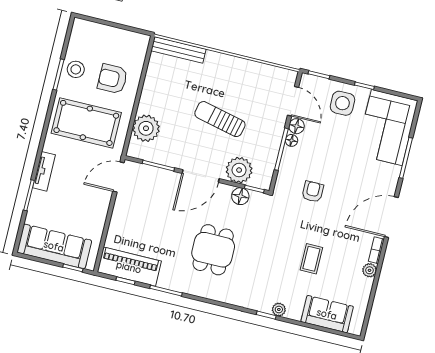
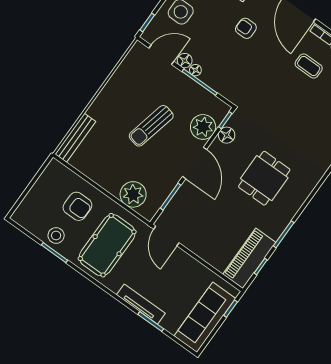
armchair: (113, 79) -> (77, 206), turned -90
tv unit: (44, 171) -> (141, 304), width x1.41
armchair: (313, 192) -> (246, 28), moved
dining table: (213, 250) -> (264, 178), turned 90
coffee table: (311, 259) -> (309, 66), moved

